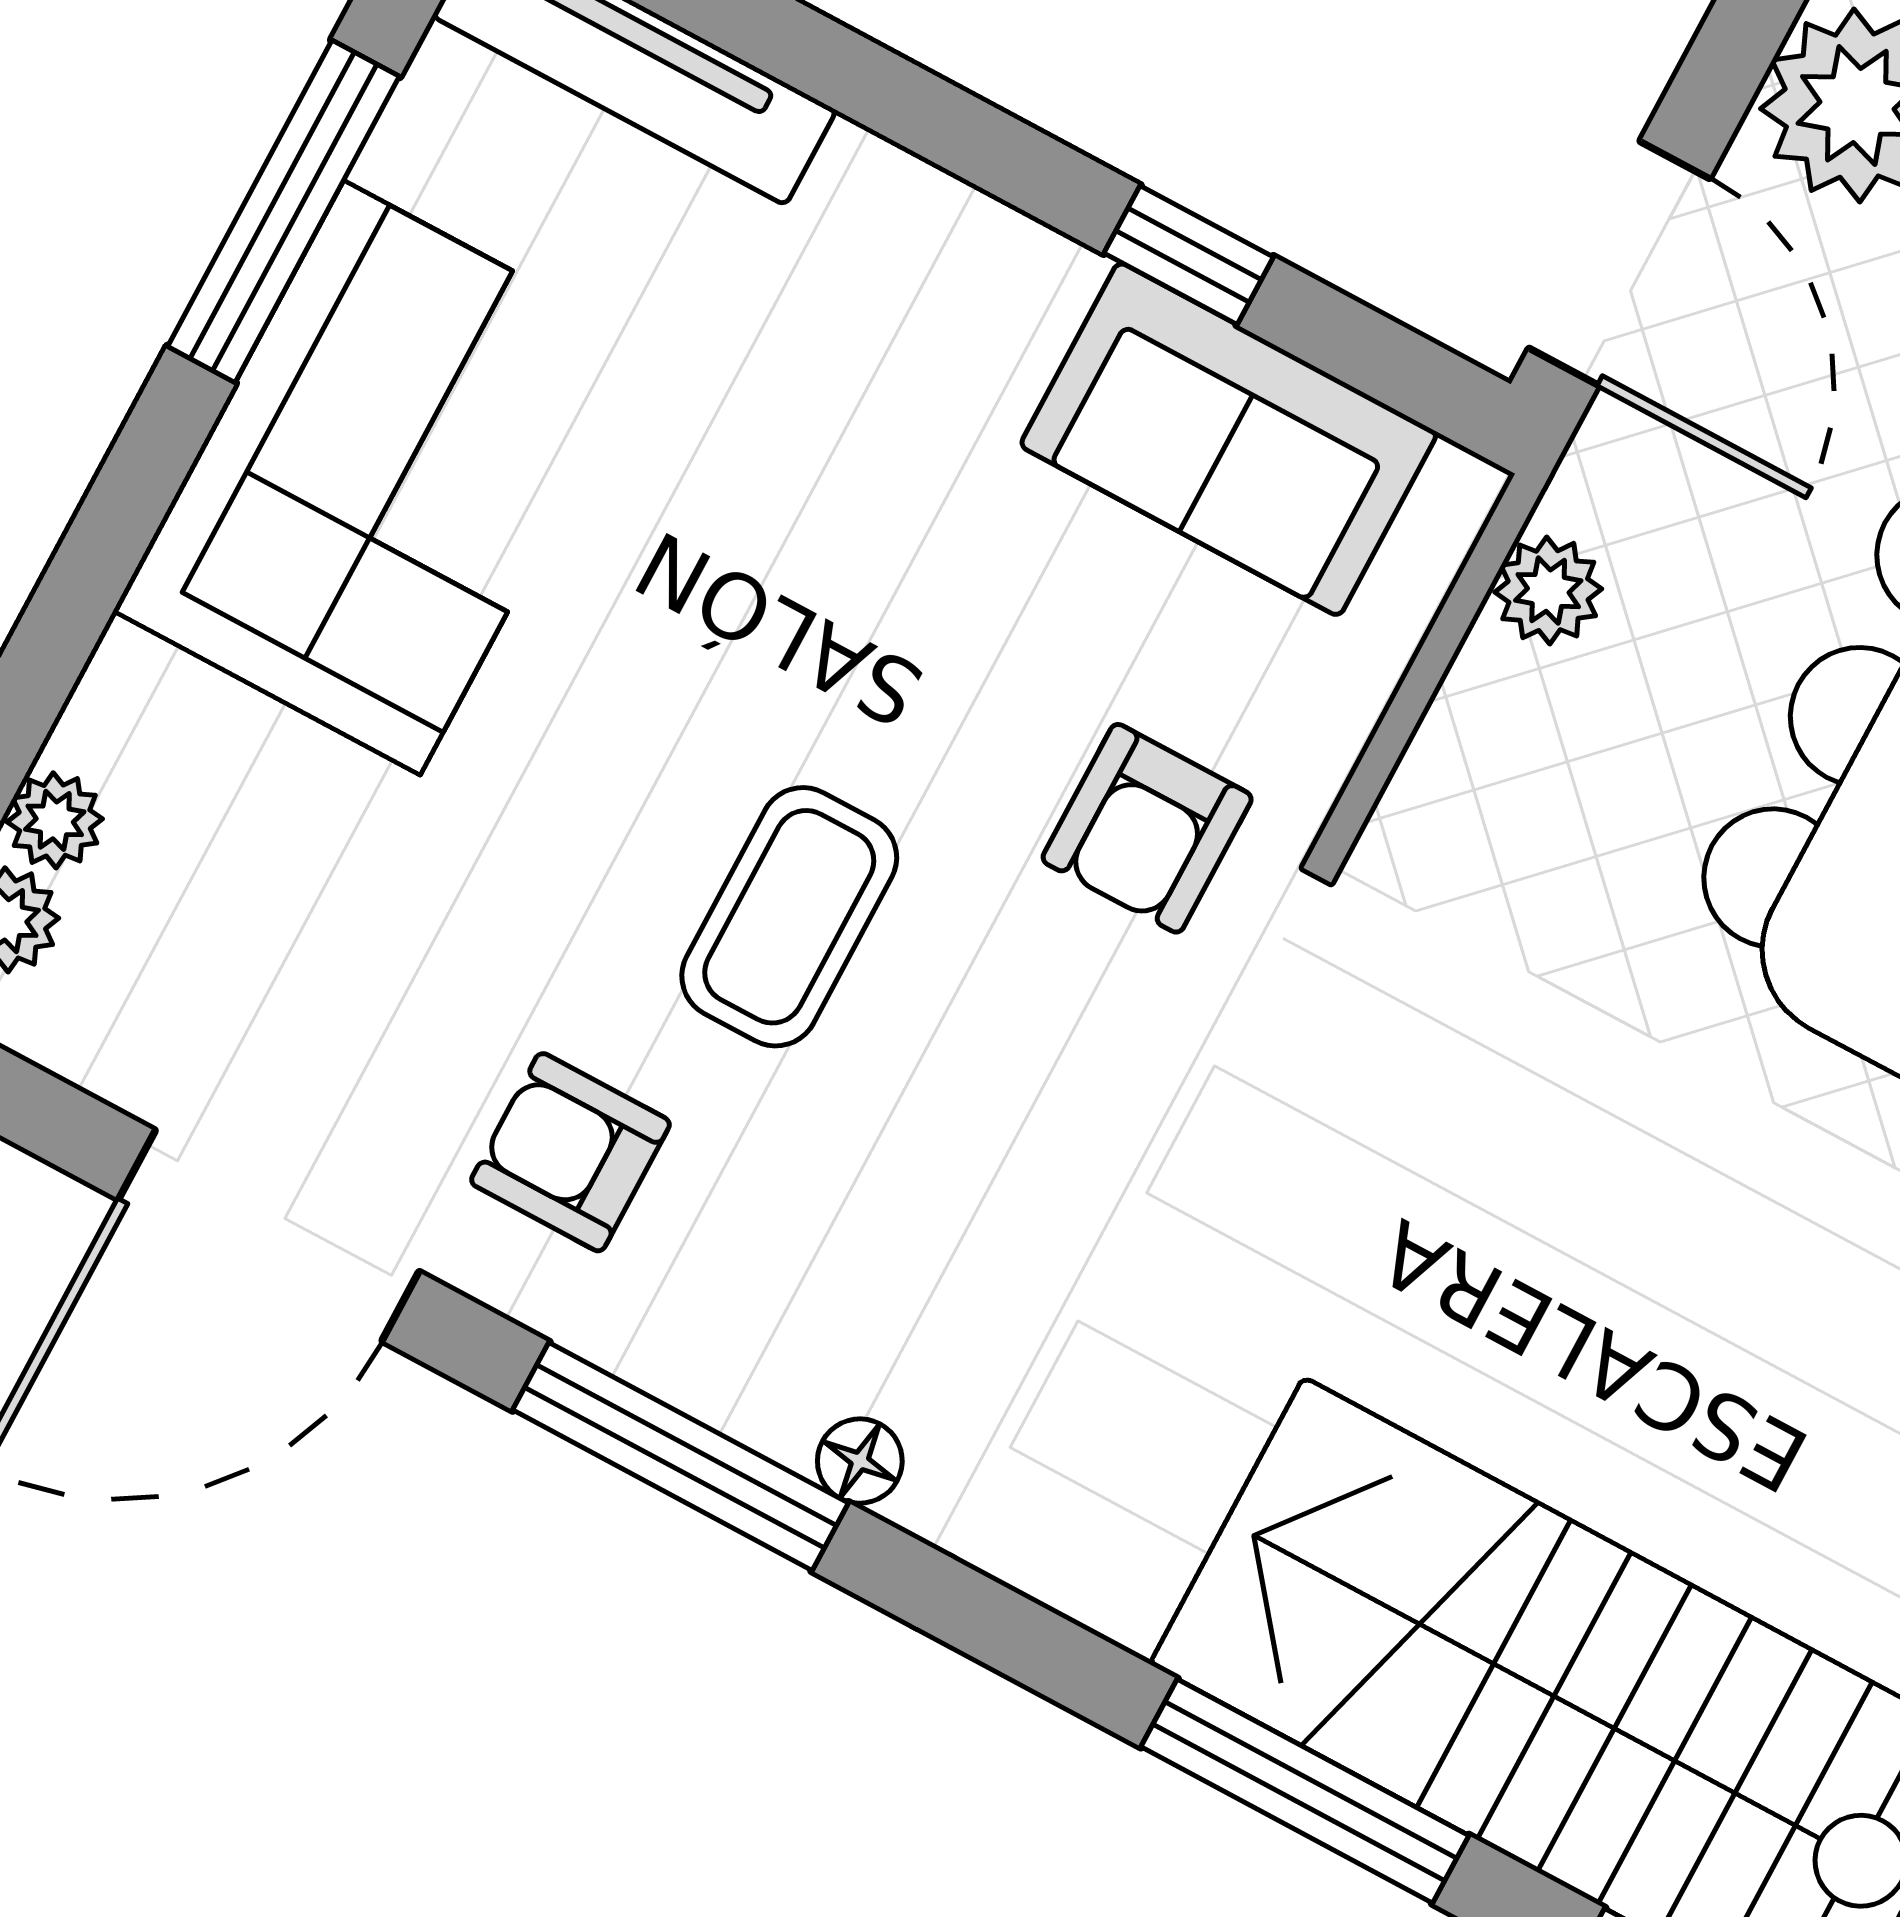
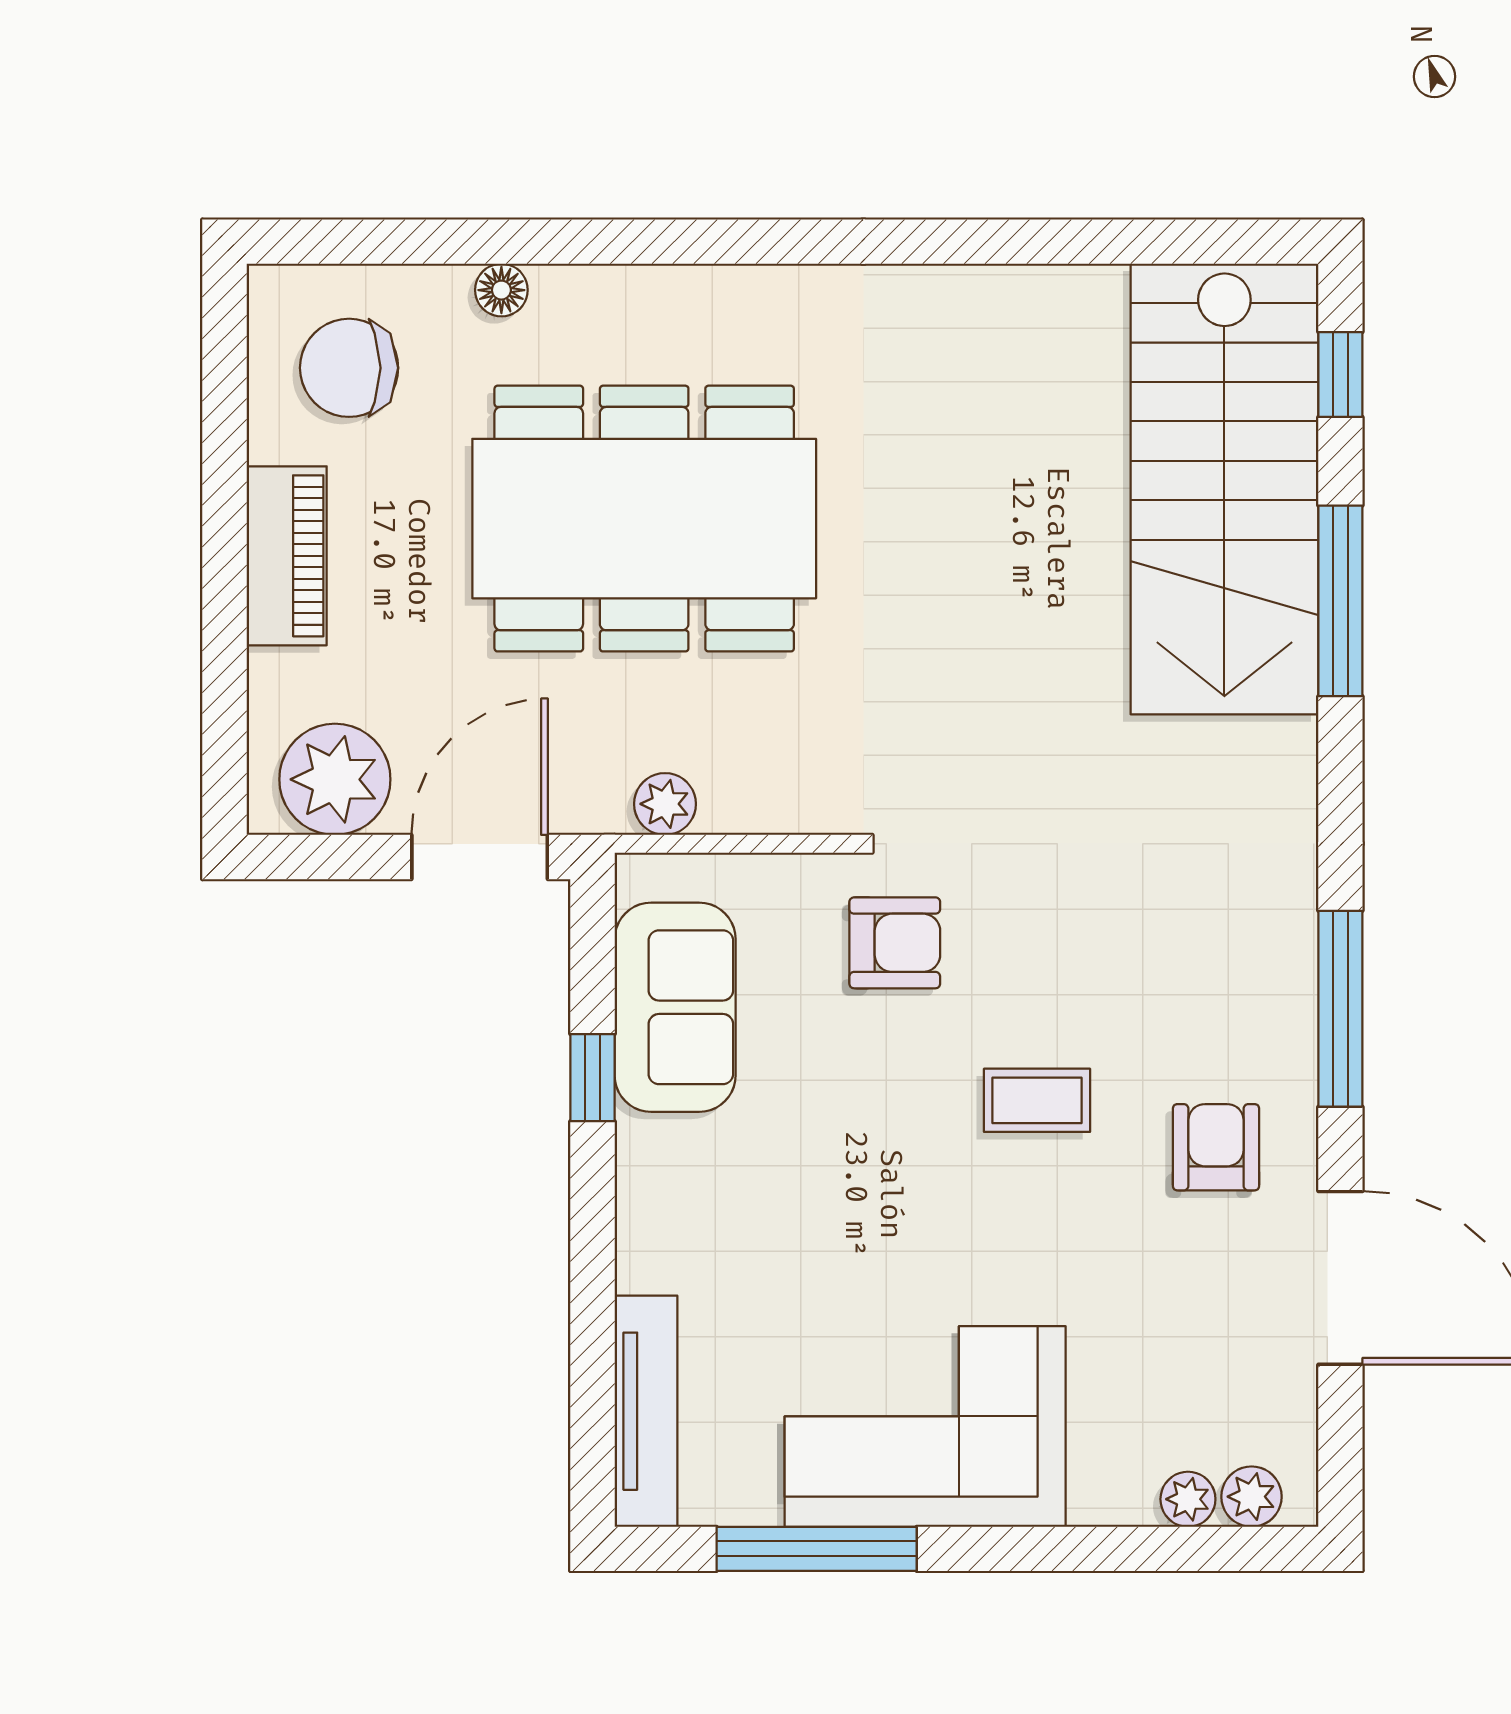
coffee table: (789, 917) -> (1037, 1100), width x0.73, depth x0.77
armchair: (570, 1152) -> (1216, 1147), turned 180
floor lamp: (860, 1461) -> (1294, 916), removed

